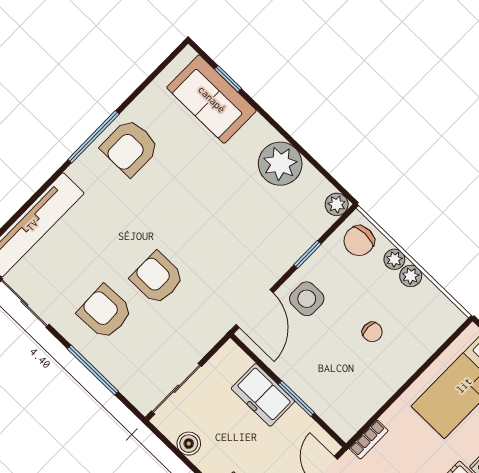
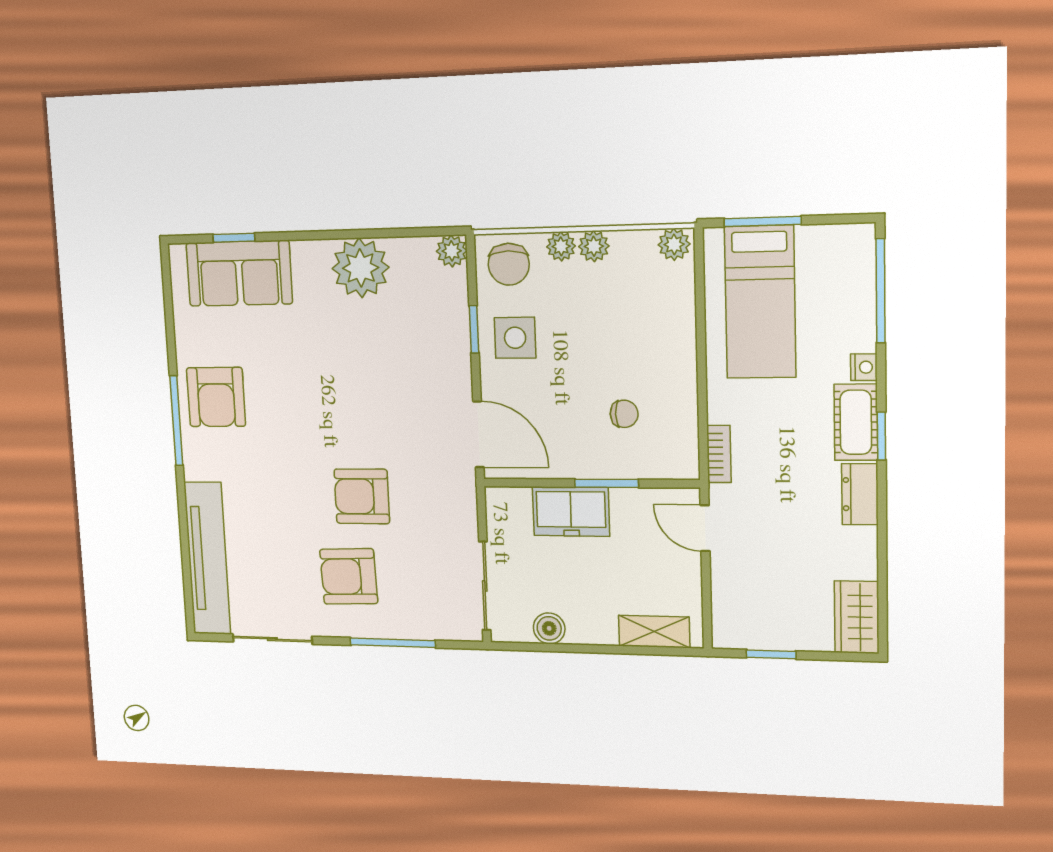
side table: (307, 299) -> (515, 338), moved
plant: (451, 315) -> (674, 244), added
chair: (372, 332) -> (624, 414), moved

